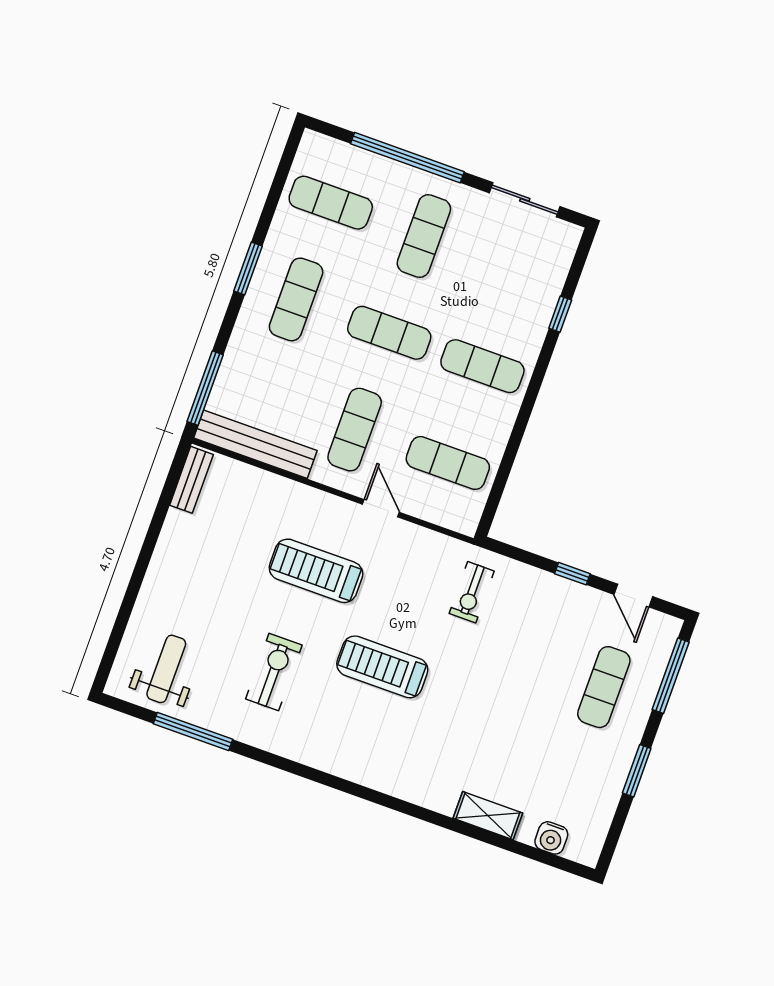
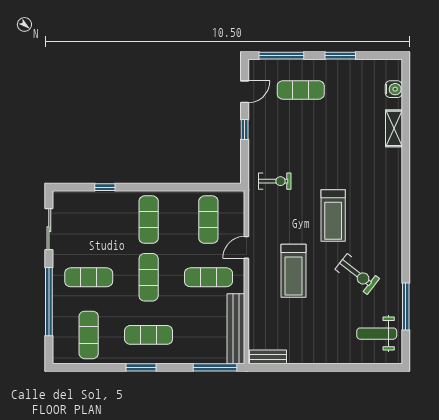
exercise bike: (274, 672) -> (357, 274), turned -142

